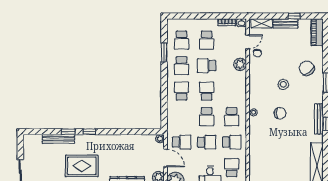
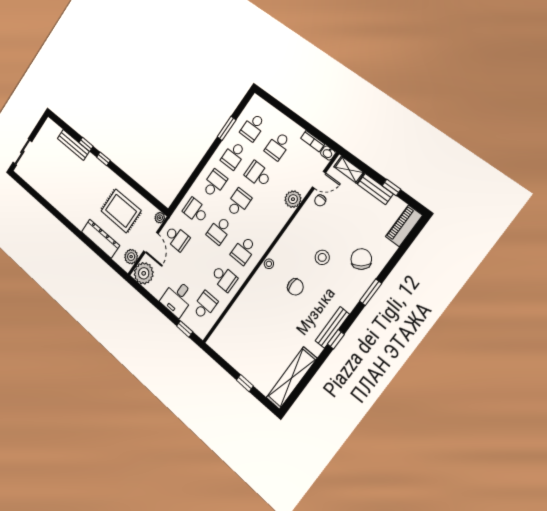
school desk: (207, 142) -> (196, 211), moved, turned 180
rug: (82, 166) -> (121, 211), moved

